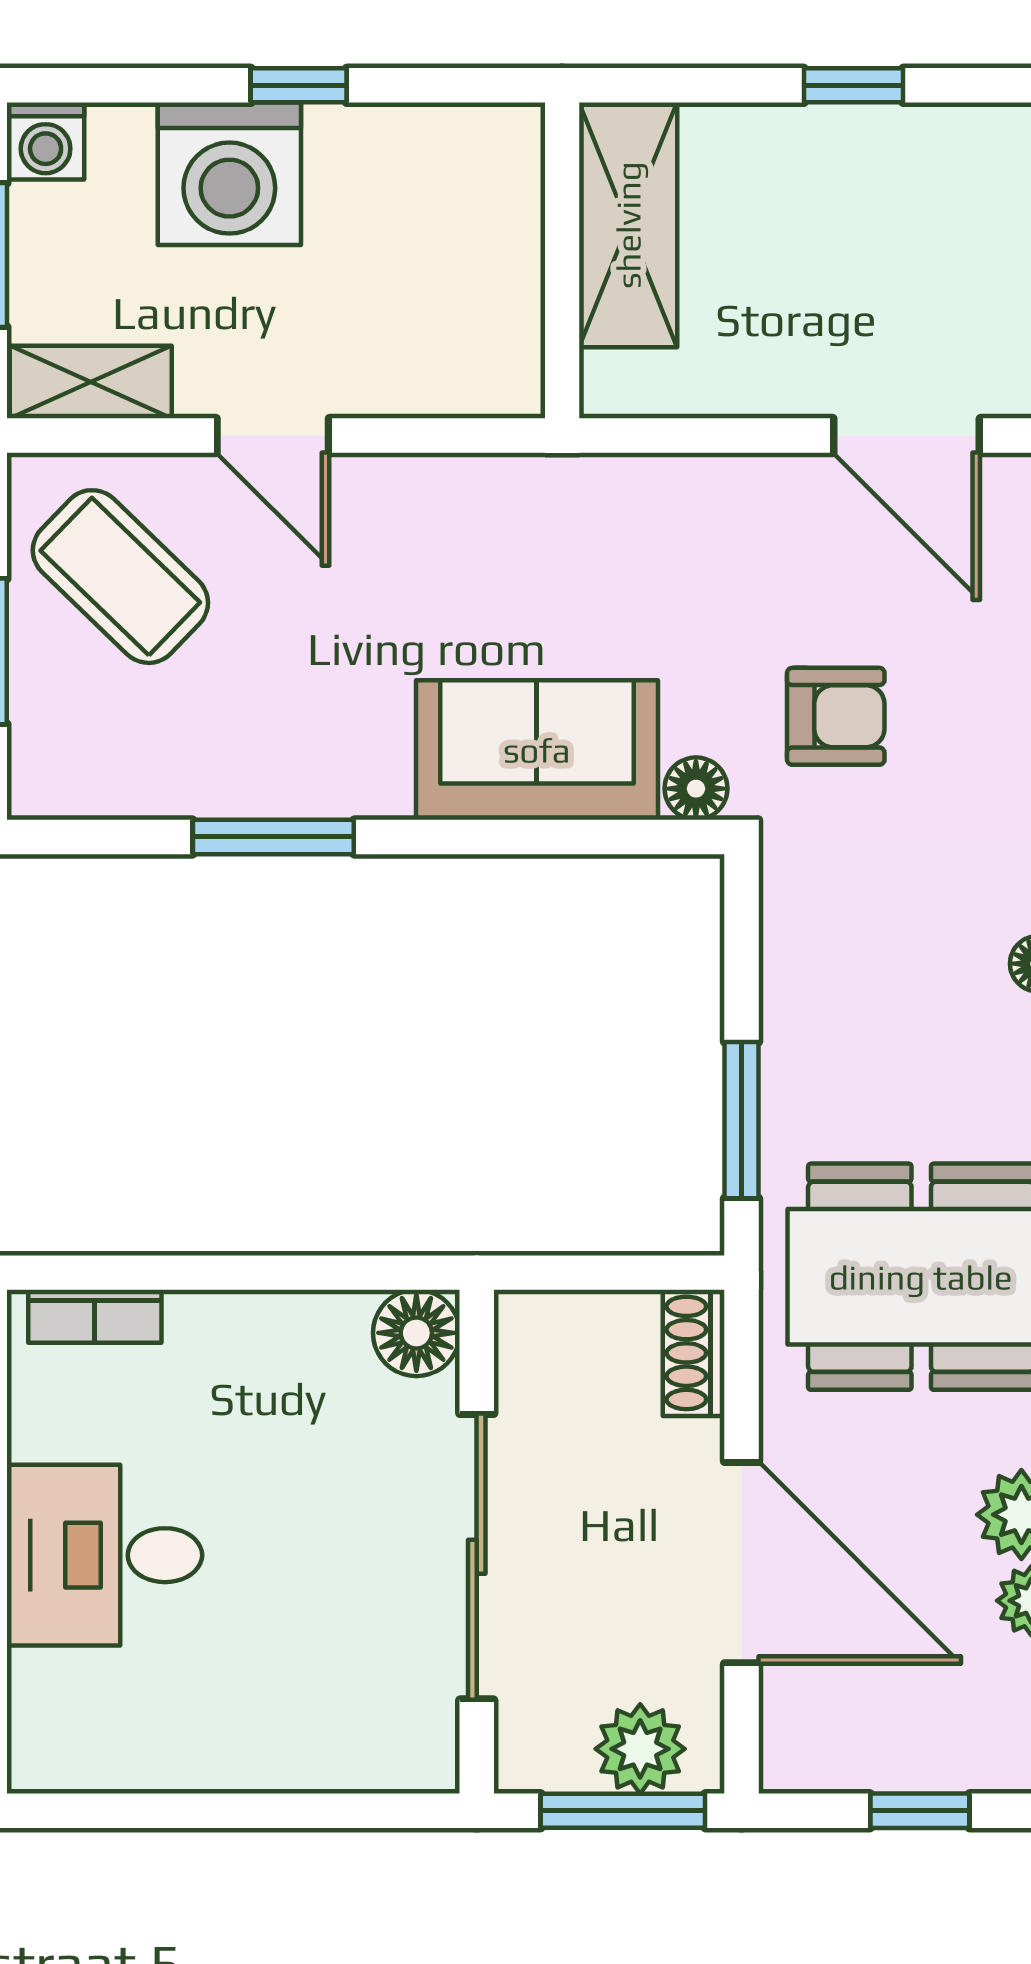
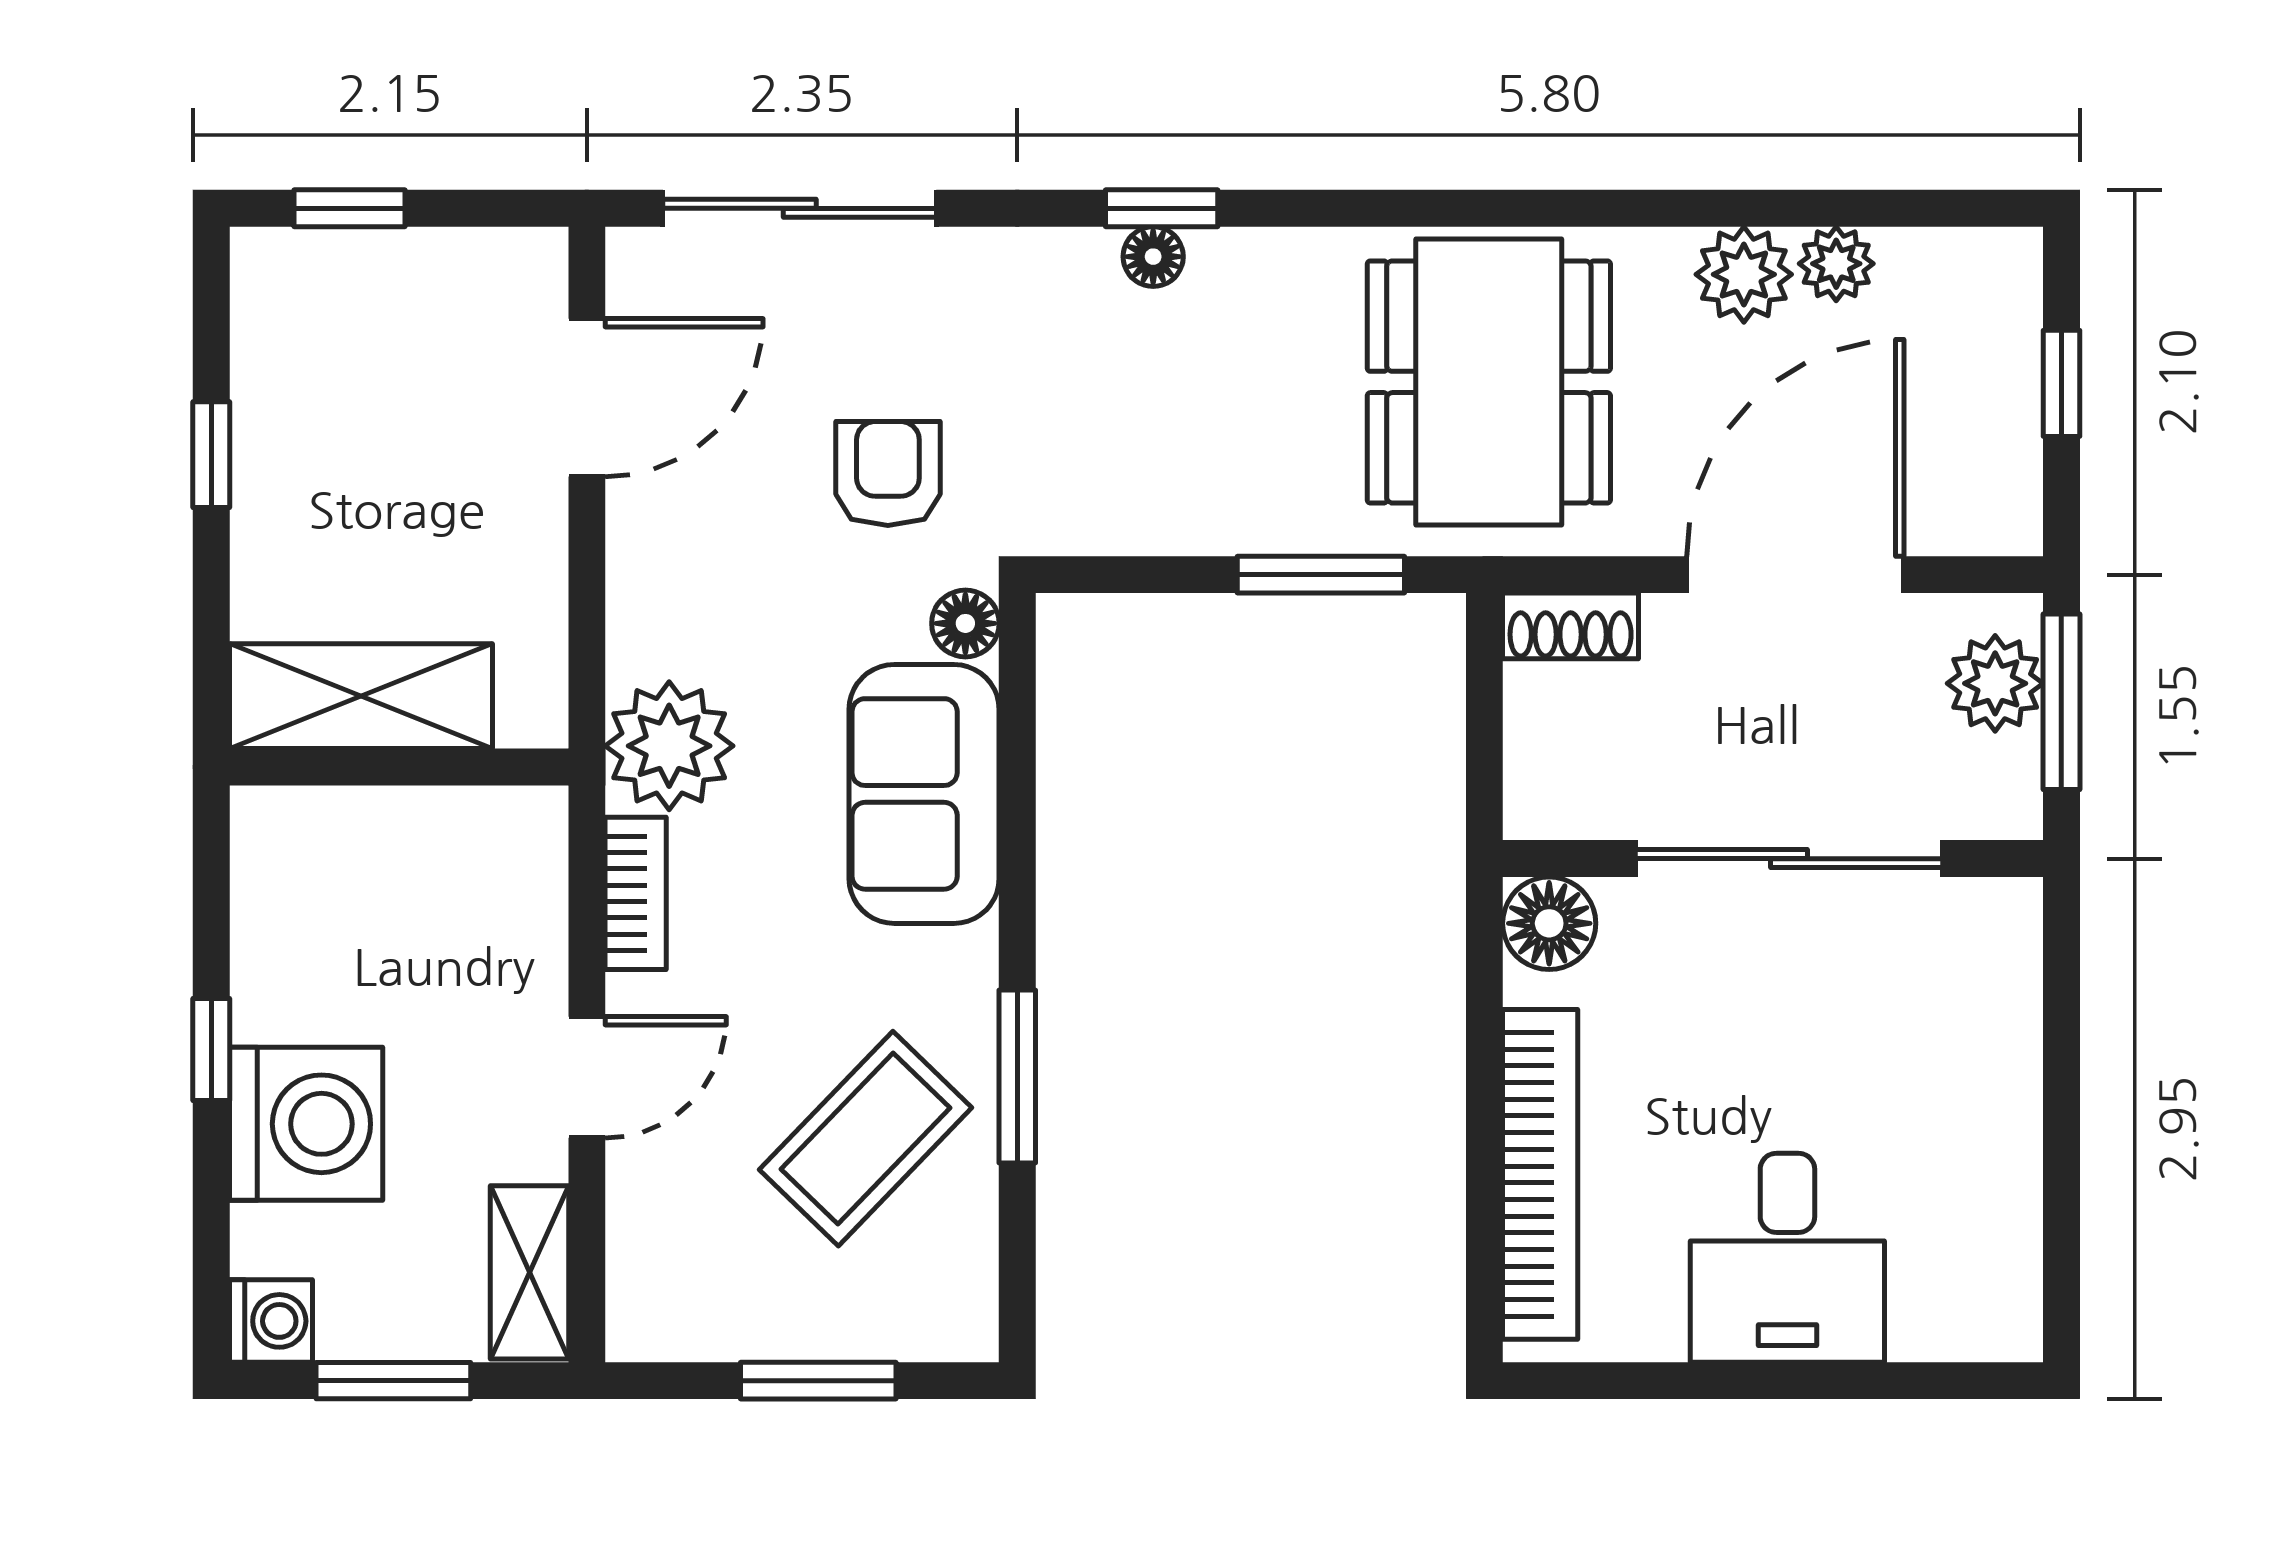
bookcase: (444, 481) -> (636, 893), added
plant: (582, 512) -> (669, 746), added
coffee table: (120, 577) -> (866, 1139), moved
bookcase: (95, 1316) -> (1540, 1174), width x2.31, depth x1.31

